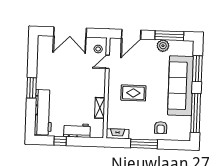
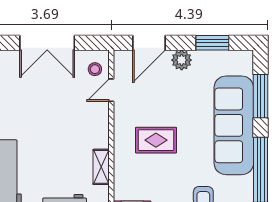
window: (169, 36) -> (212, 43), width x0.69
plant: (163, 46) -> (182, 60), moved

